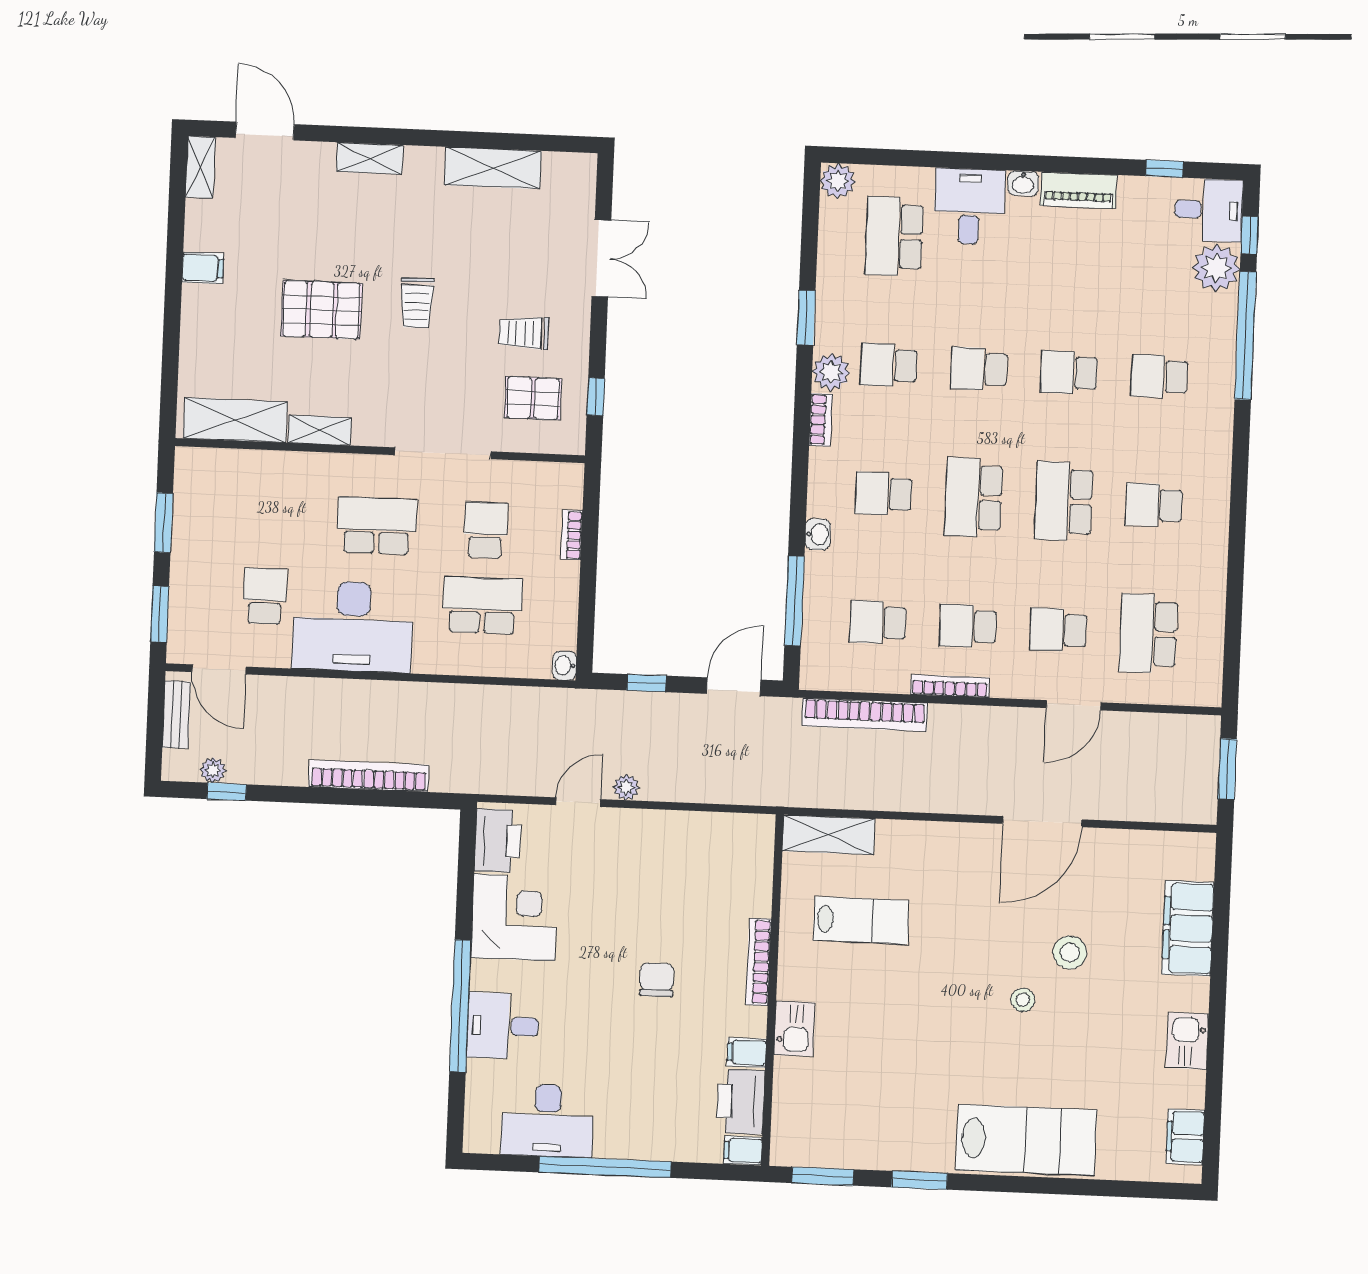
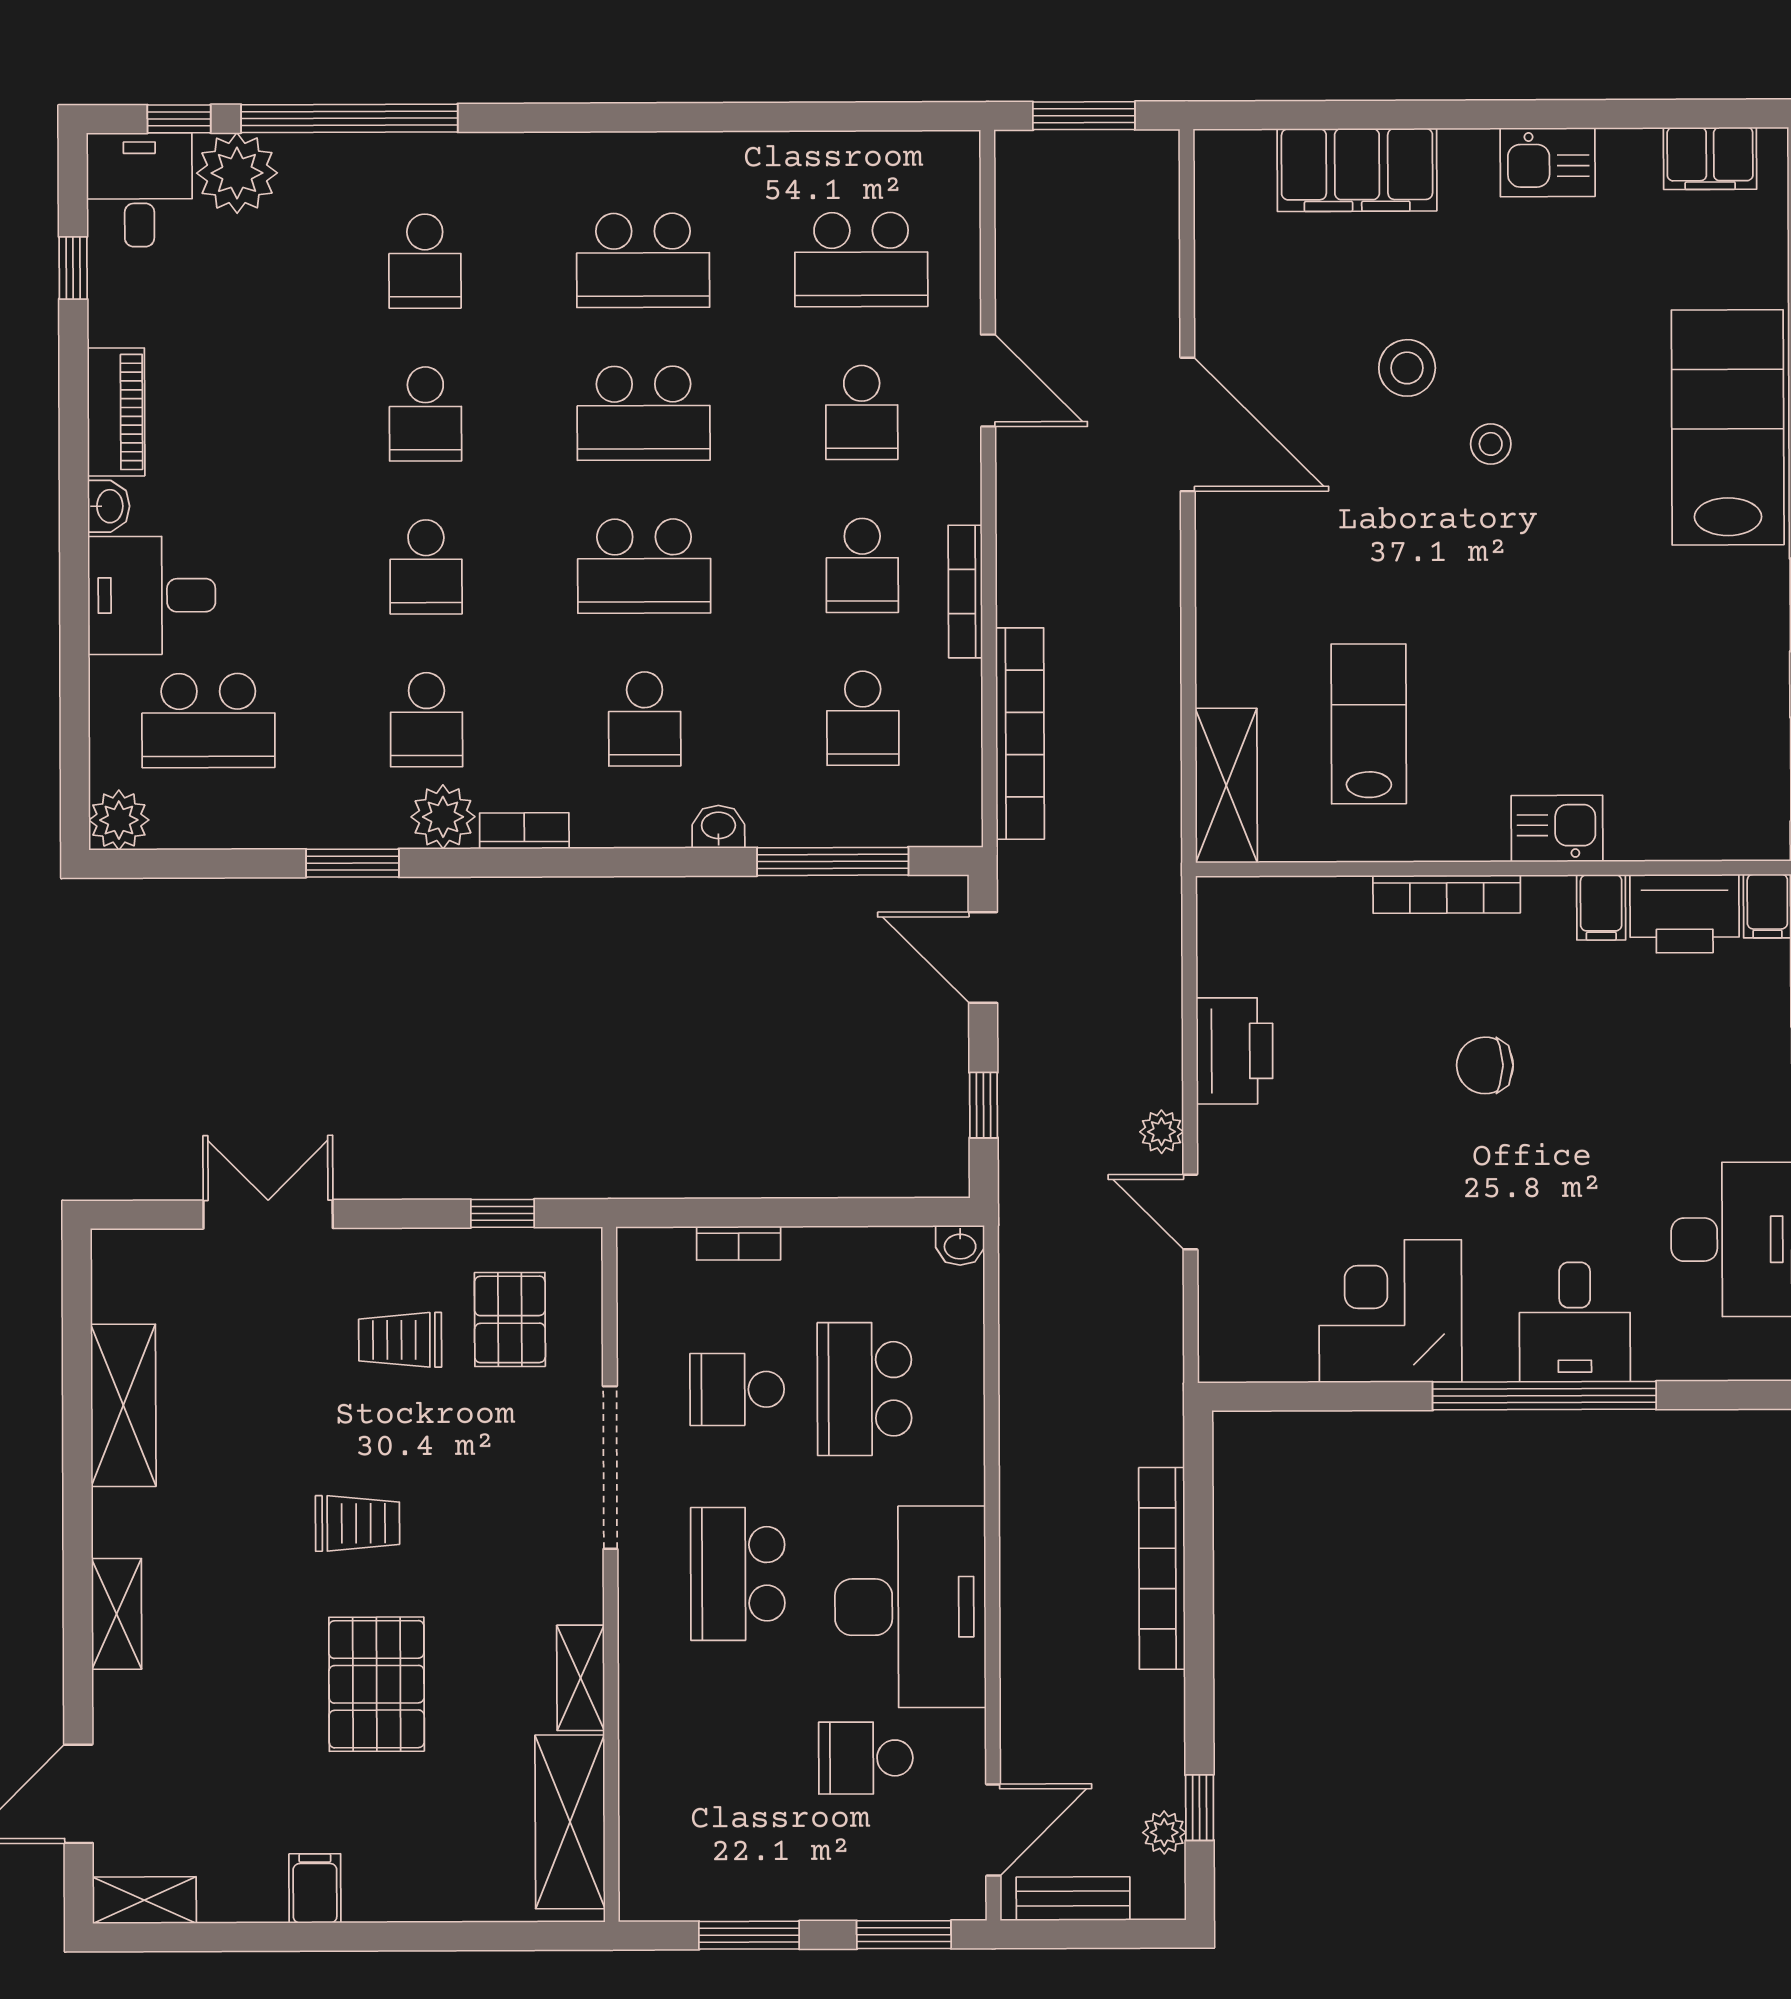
trolley: (524, 333) -> (400, 1340), turned 90
school desk: (1154, 505) -> (643, 260), width x1.85
printer: (498, 841) -> (1234, 1051), moved, turned 90

